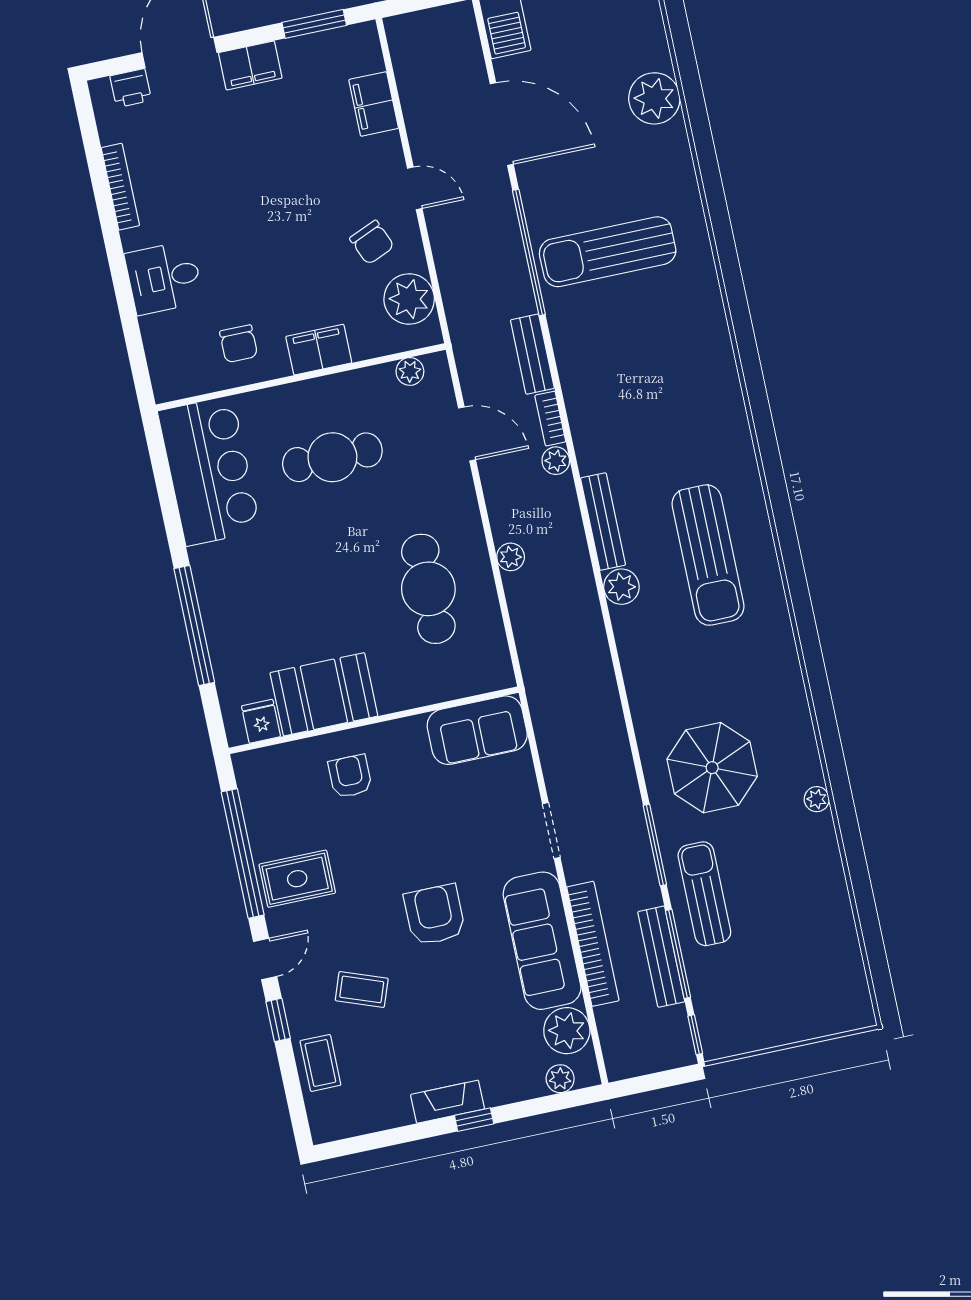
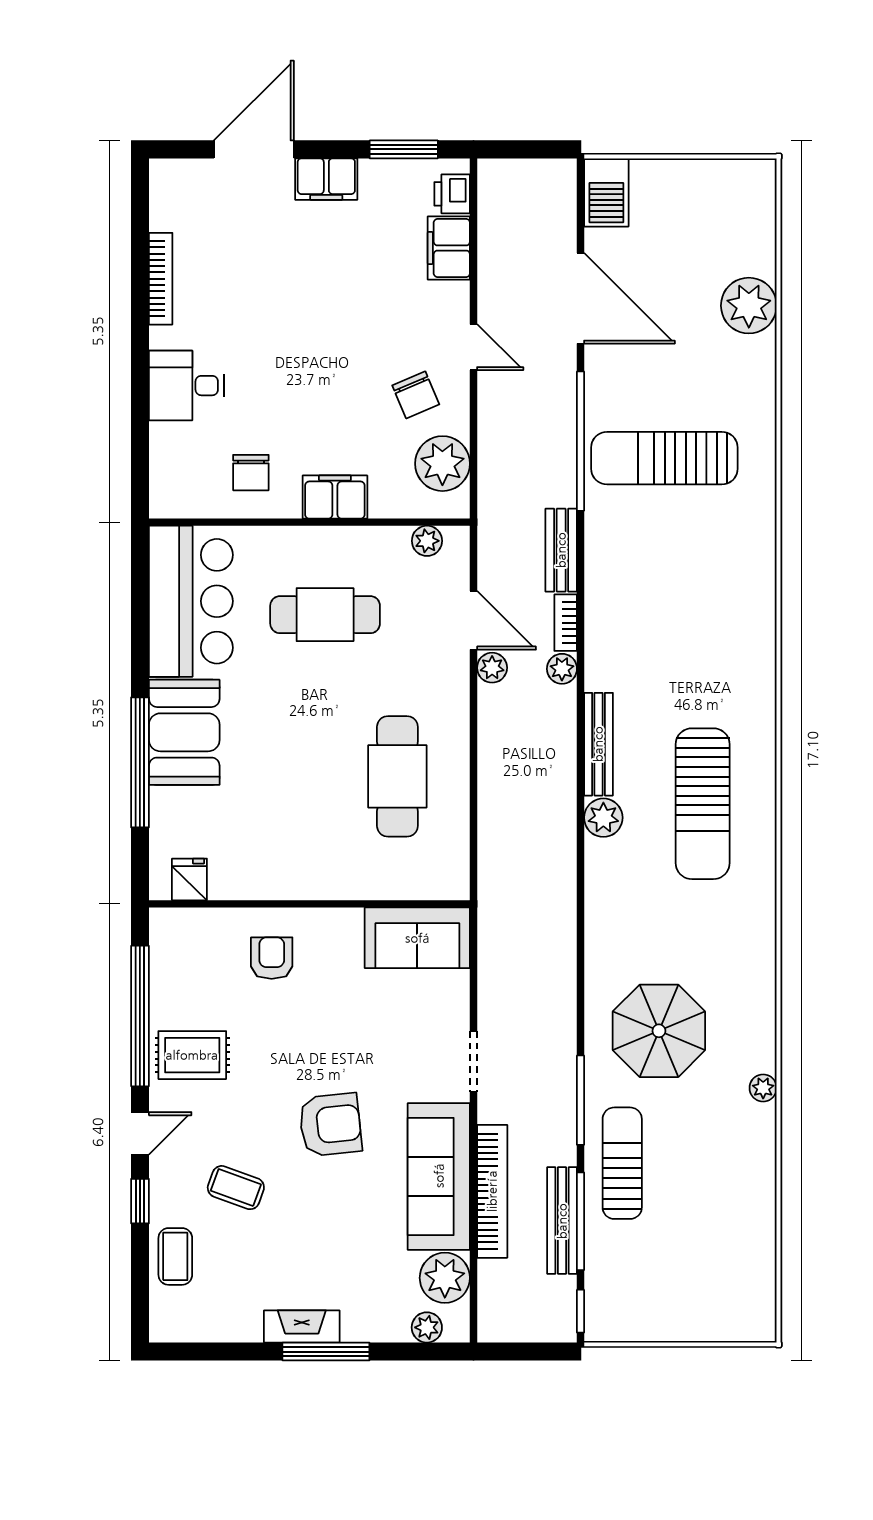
printer: (131, 88) -> (452, 194), moved, turned 90
plant: (511, 557) -> (492, 668), moved
booth: (324, 694) -> (184, 732), moved, turned 90
armchair: (435, 915) -> (330, 1125), turned 84
window: (474, 1120) -> (326, 1352), width x2.17

